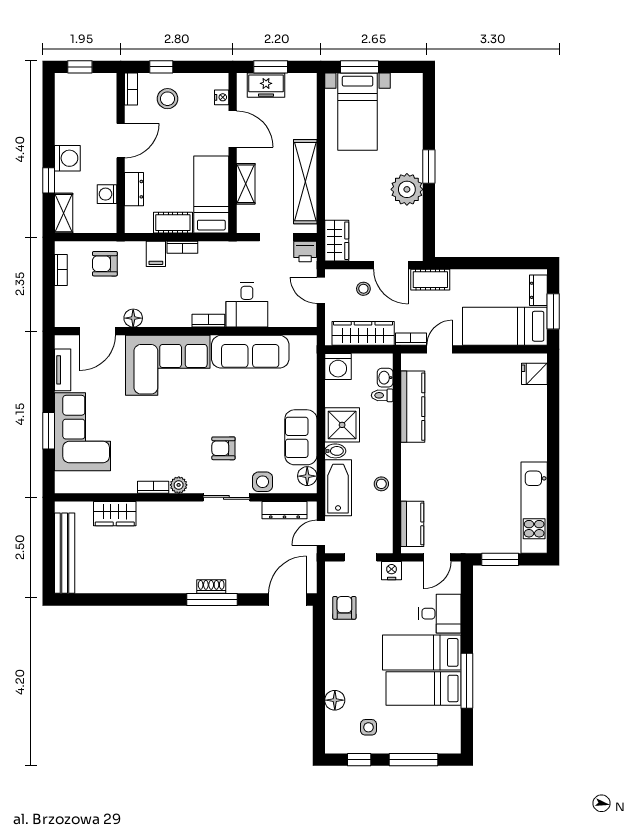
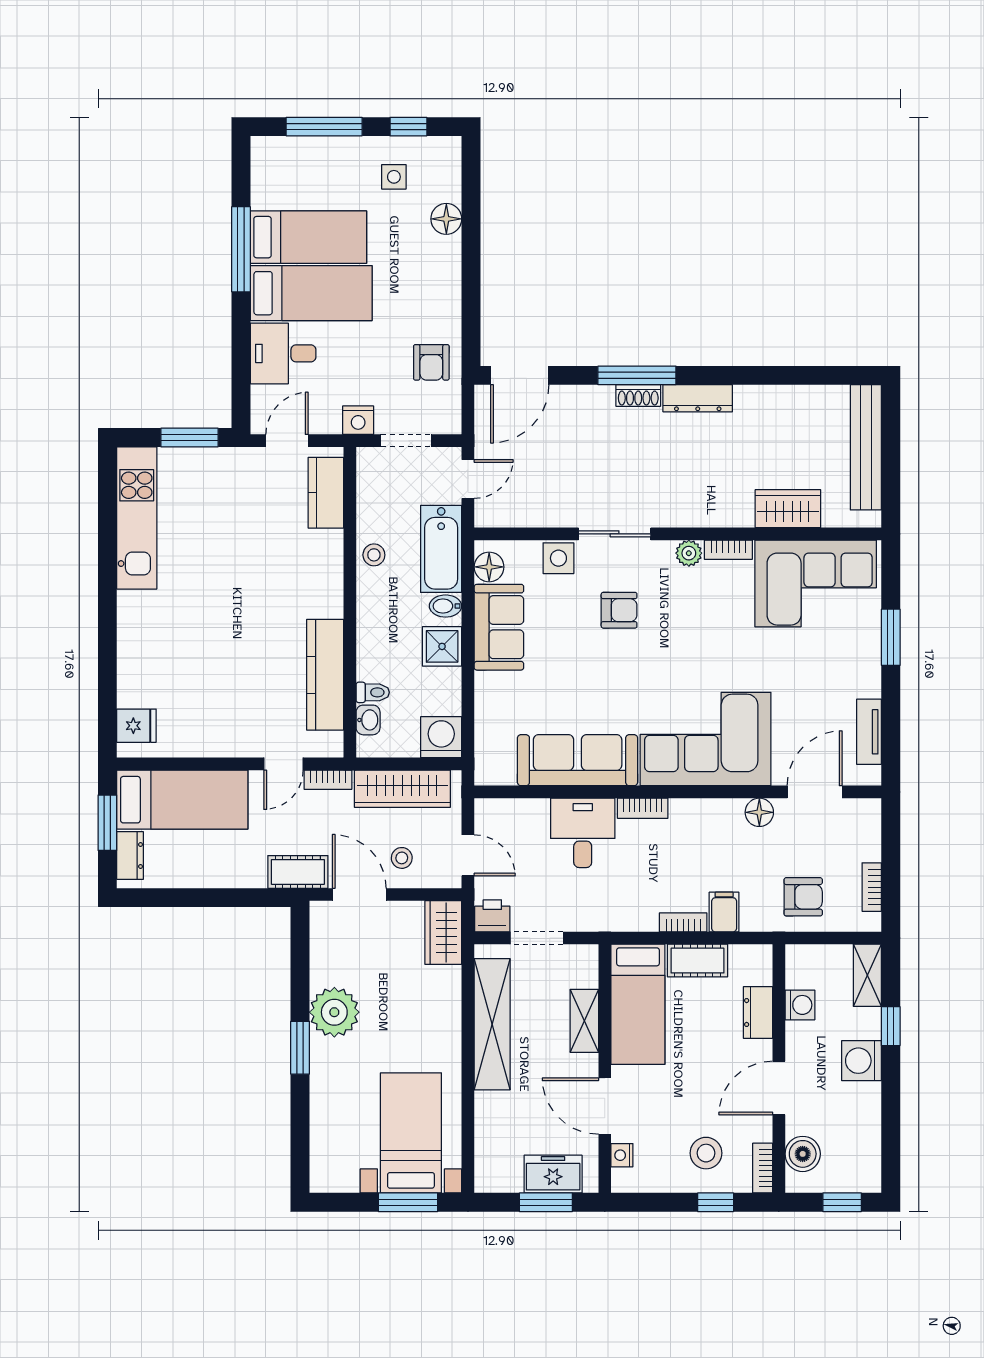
boiler: (105, 98) -> (803, 1154), added
shower: (342, 425) -> (442, 646), width x0.73, depth x0.73
corner sofa: (82, 432) -> (816, 583), moved, turned -90
dresser: (284, 510) -> (698, 398), moved, turned 180

